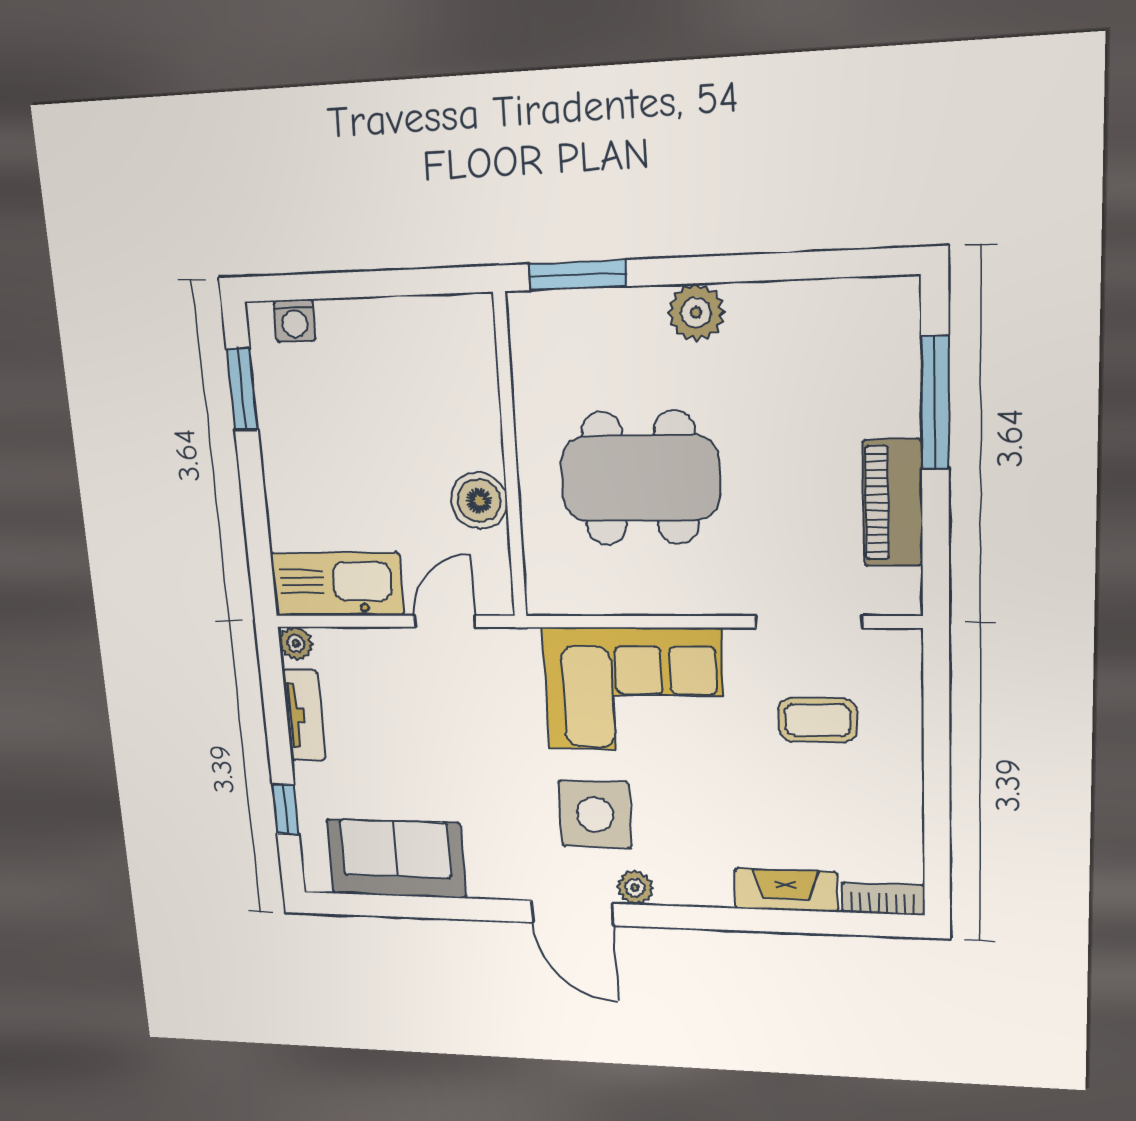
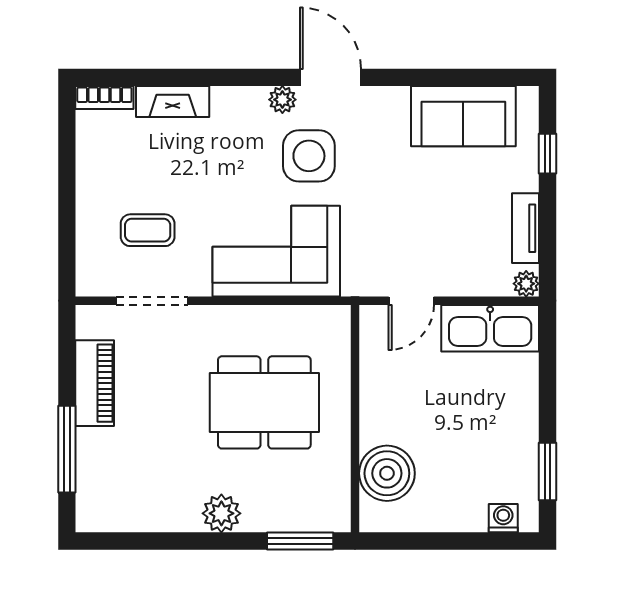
boiler: (479, 501) -> (387, 473), moved, width x1.37, depth x1.37

